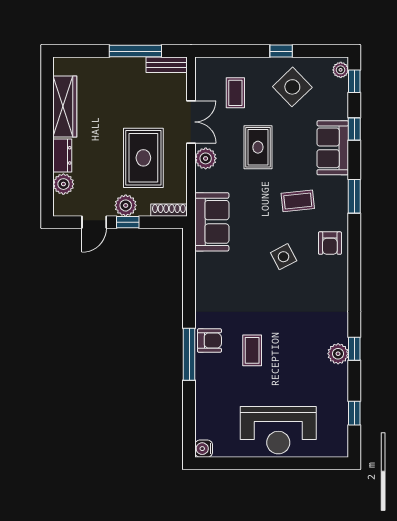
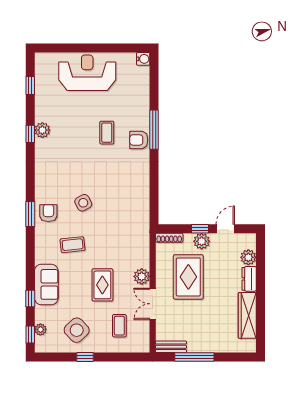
plant: (341, 70) -> (40, 329), moved
window: (354, 196) -> (30, 214), moved
sofa: (212, 222) -> (137, 229), removed

